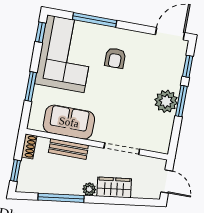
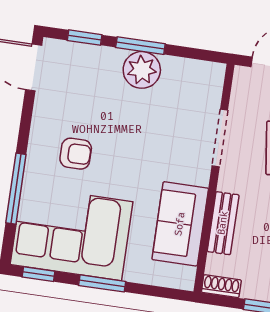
window: (31, 87) -> (102, 283), moved

